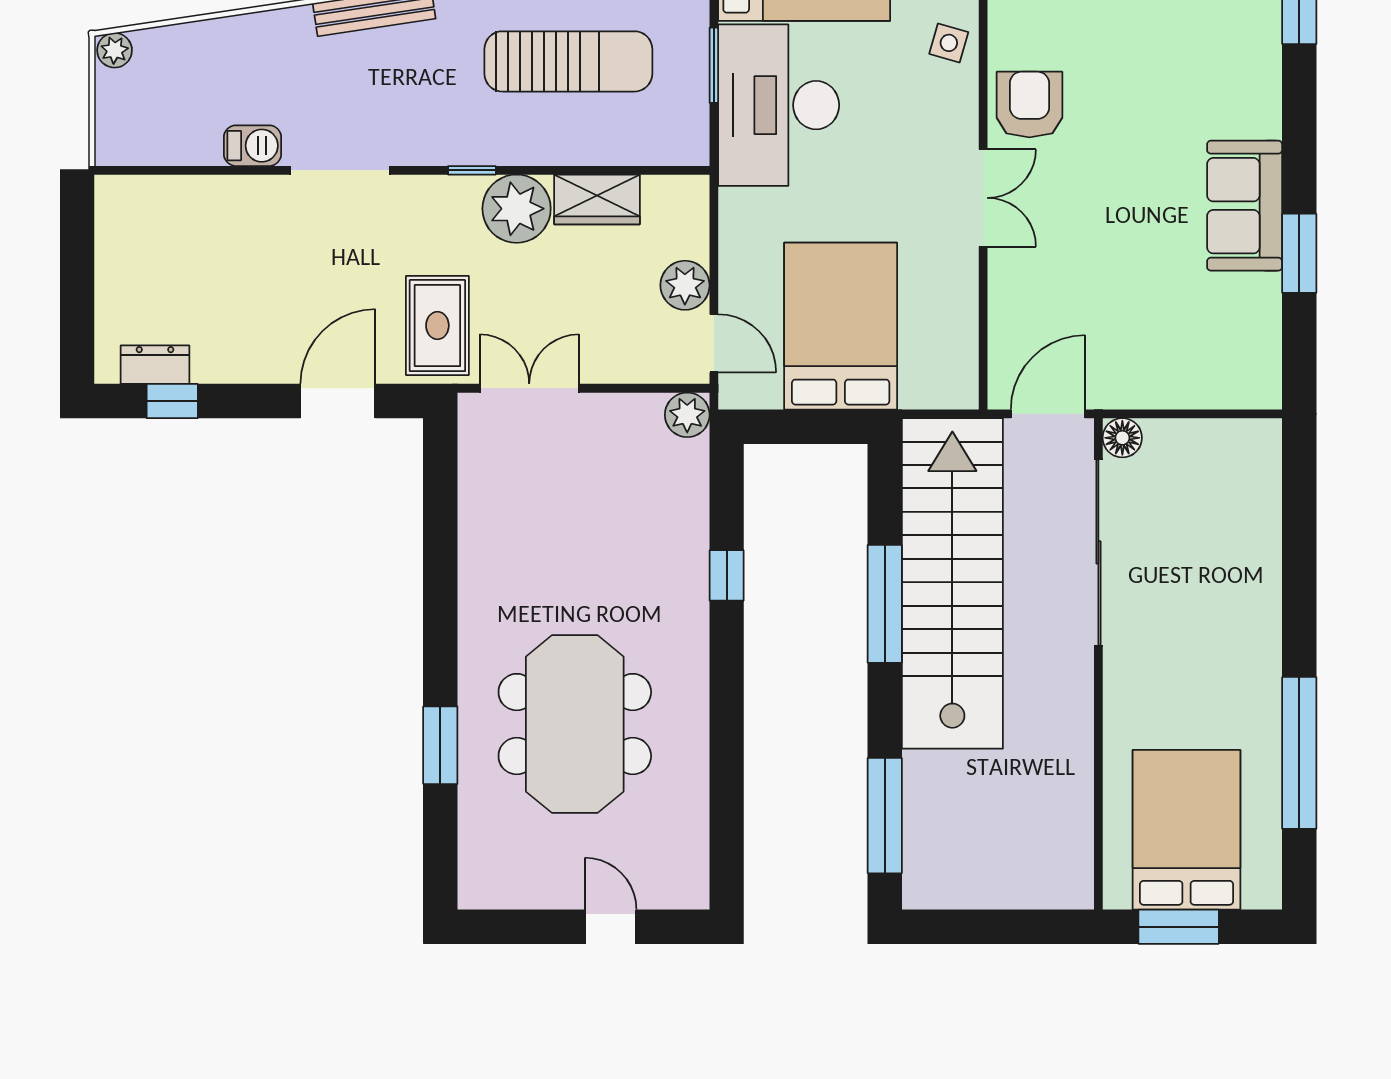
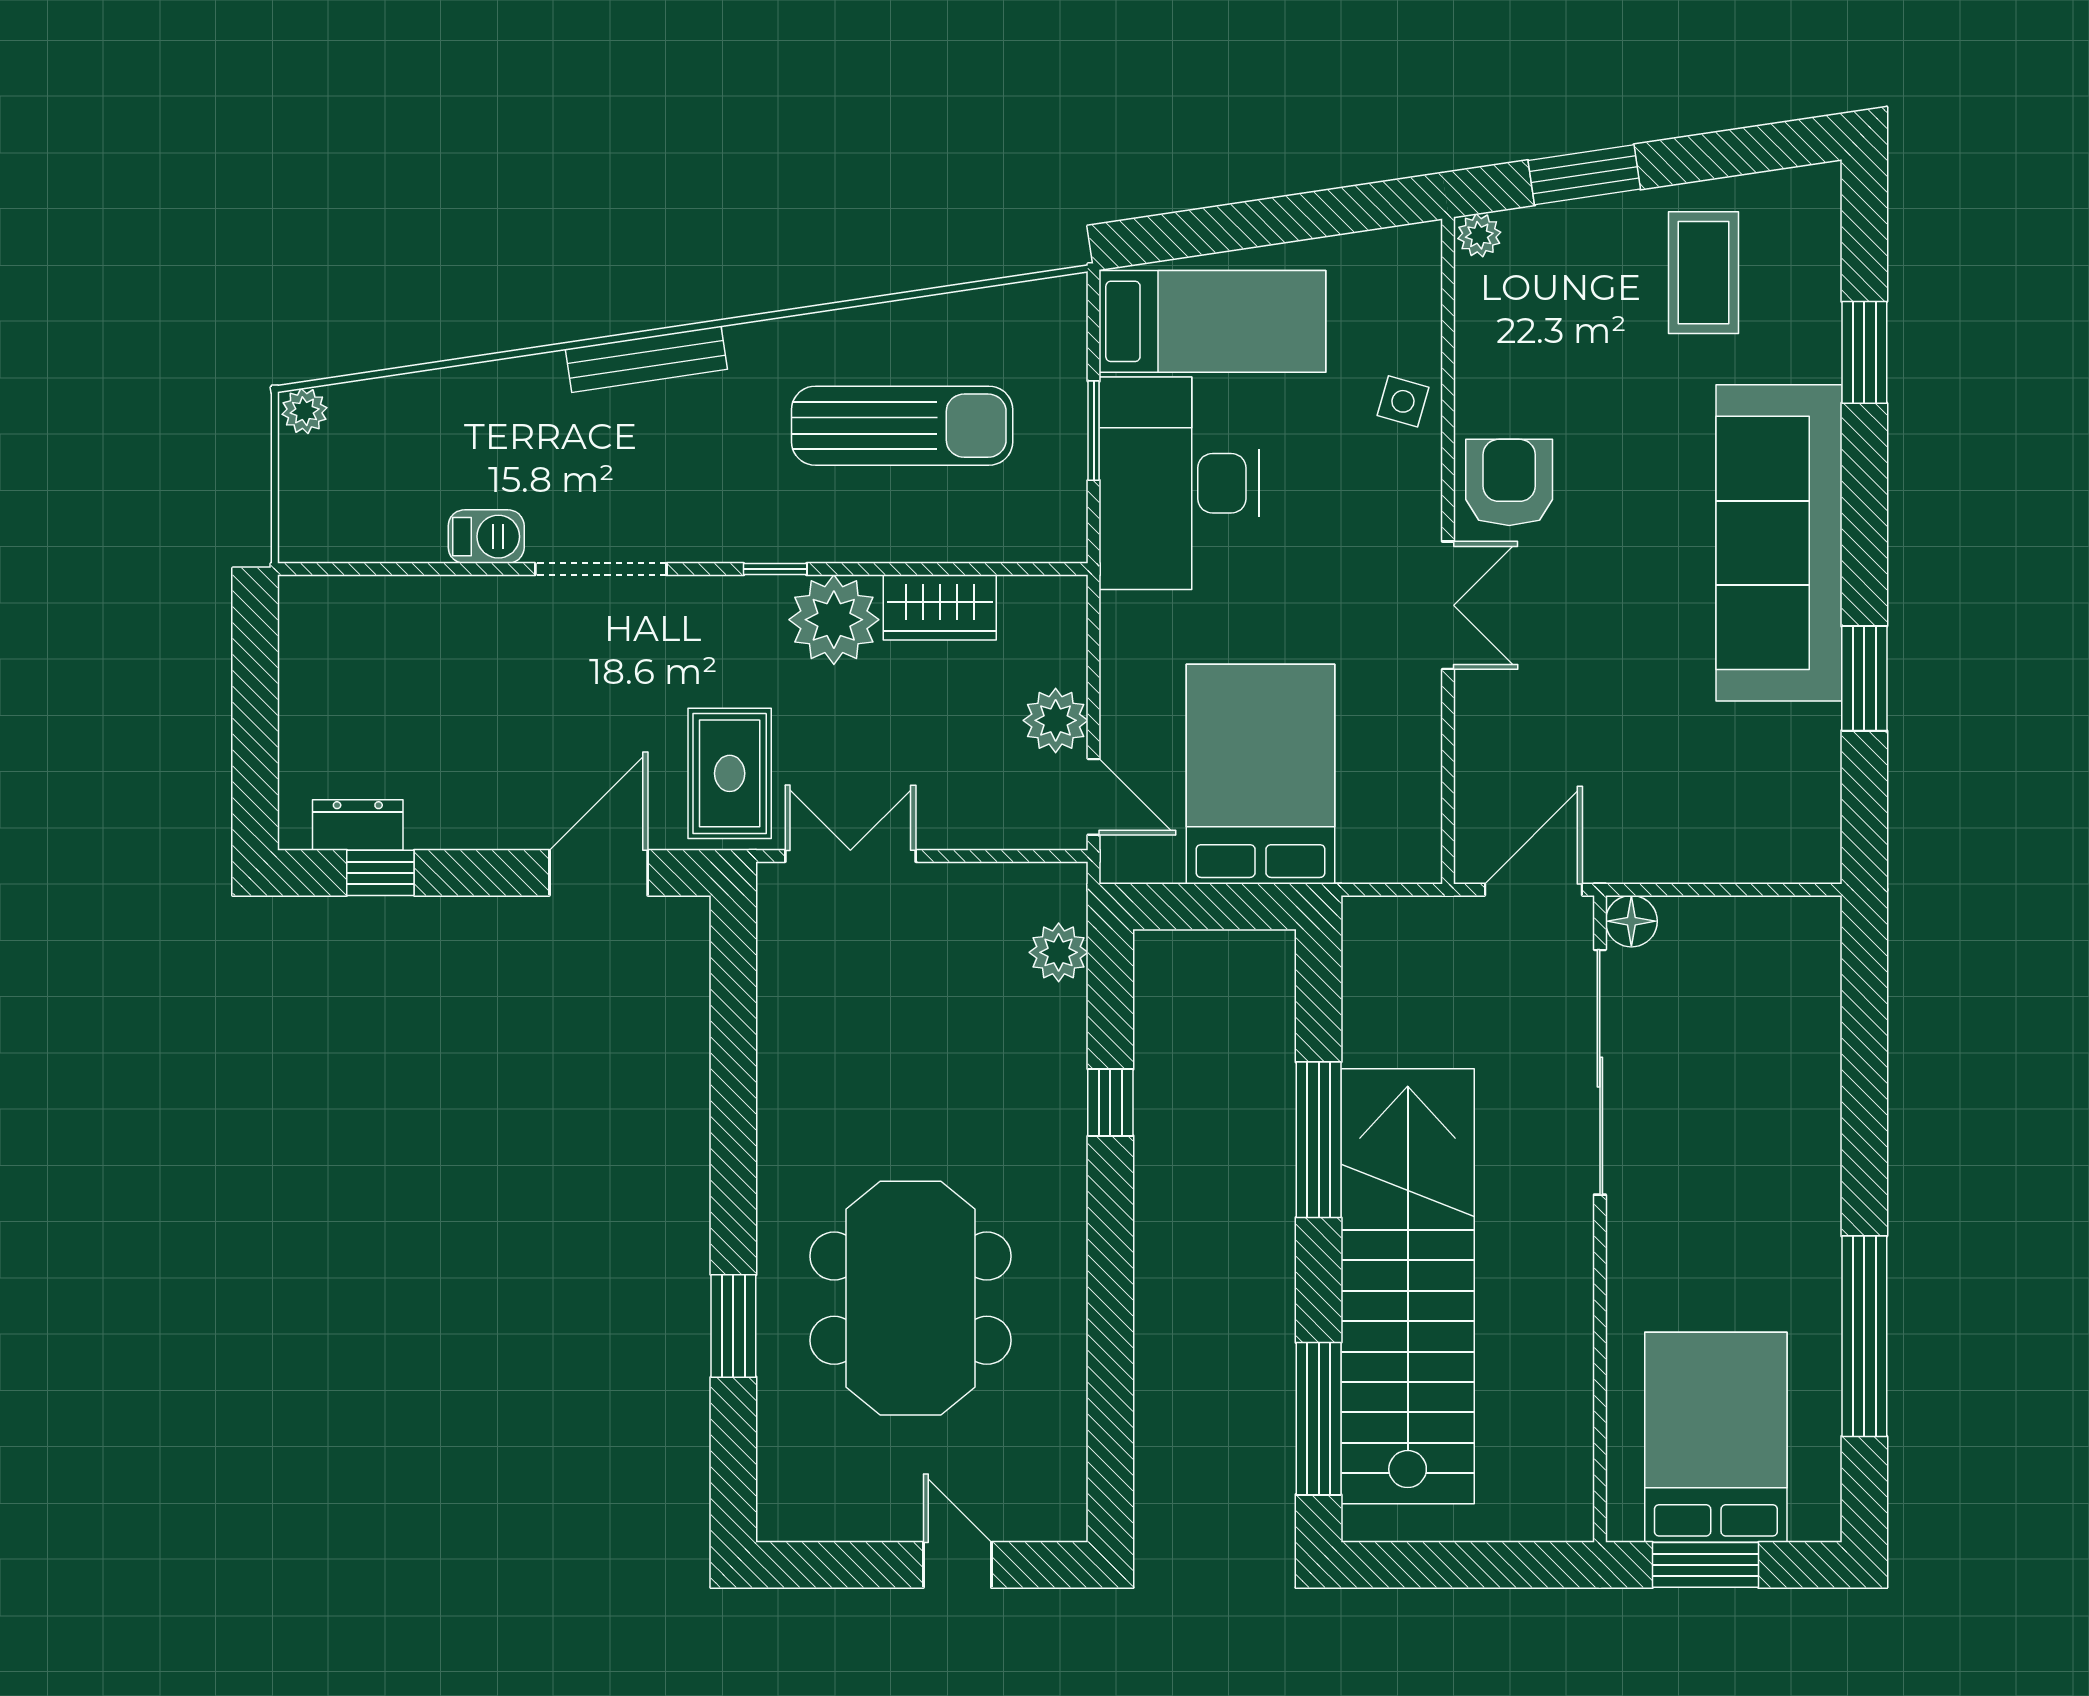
sofa: (1245, 206) -> (1779, 543), width x1.85, depth x1.27
plant: (687, 415) -> (1059, 952), moved
stairs: (952, 583) -> (1408, 1286), moved

